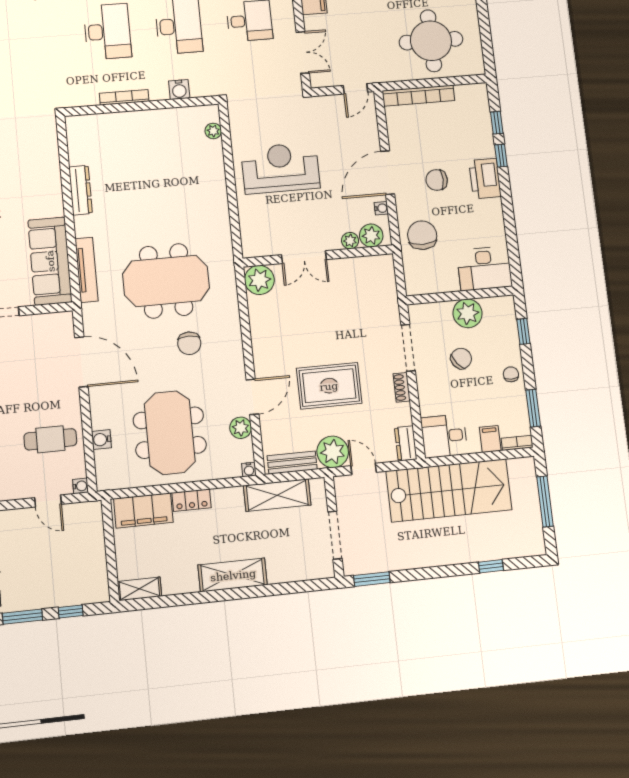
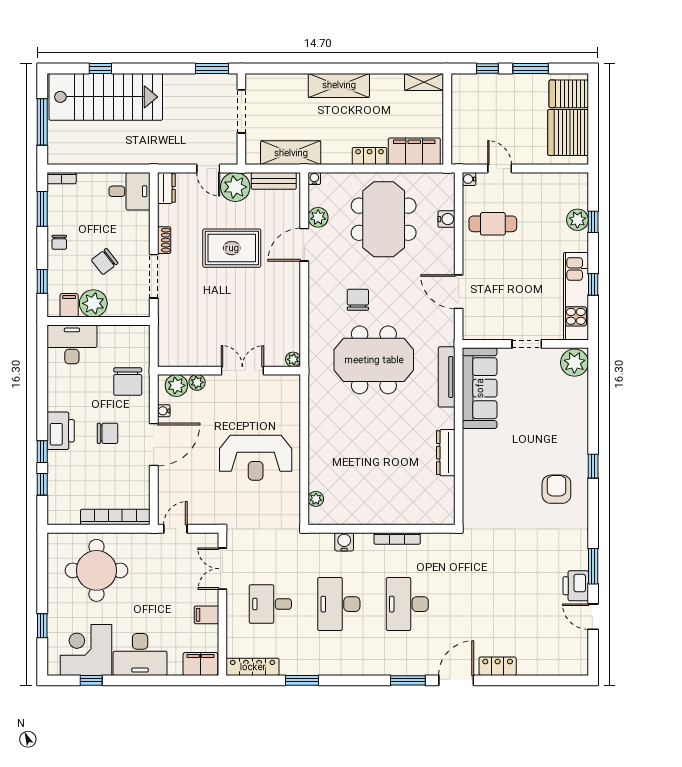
plant: (259, 280) -> (293, 359), width x0.53, depth x0.53
door: (81, 362) -> (459, 292), width x0.73
filing cabinet: (490, 439) -> (69, 305), moved, turned 180
stairs: (449, 490) -> (106, 97), moved, turned 180

